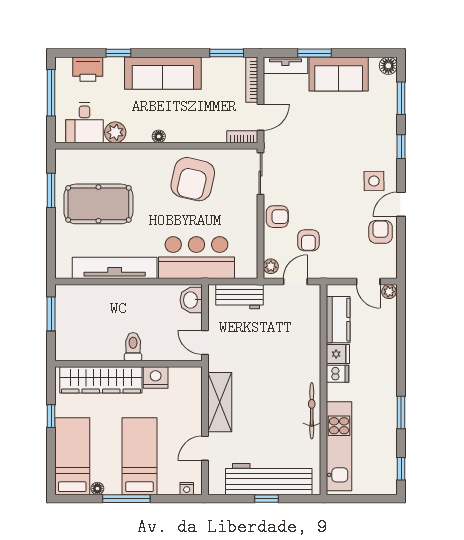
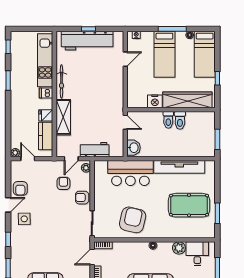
workbench: (239, 297) -> (95, 150), moved
toilet: (114, 346) -> (180, 120), added
dishwasher: (338, 374) -> (46, 93), moved
shelving: (220, 402) -> (63, 117), moved

